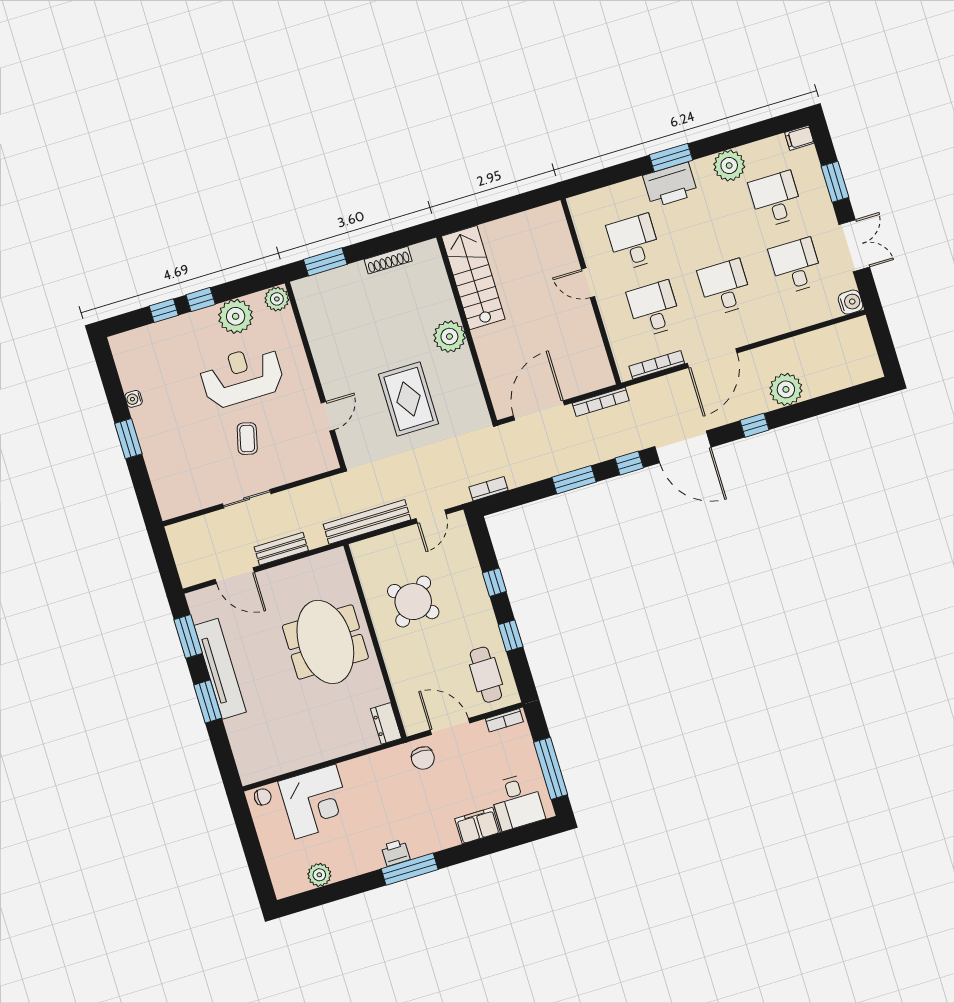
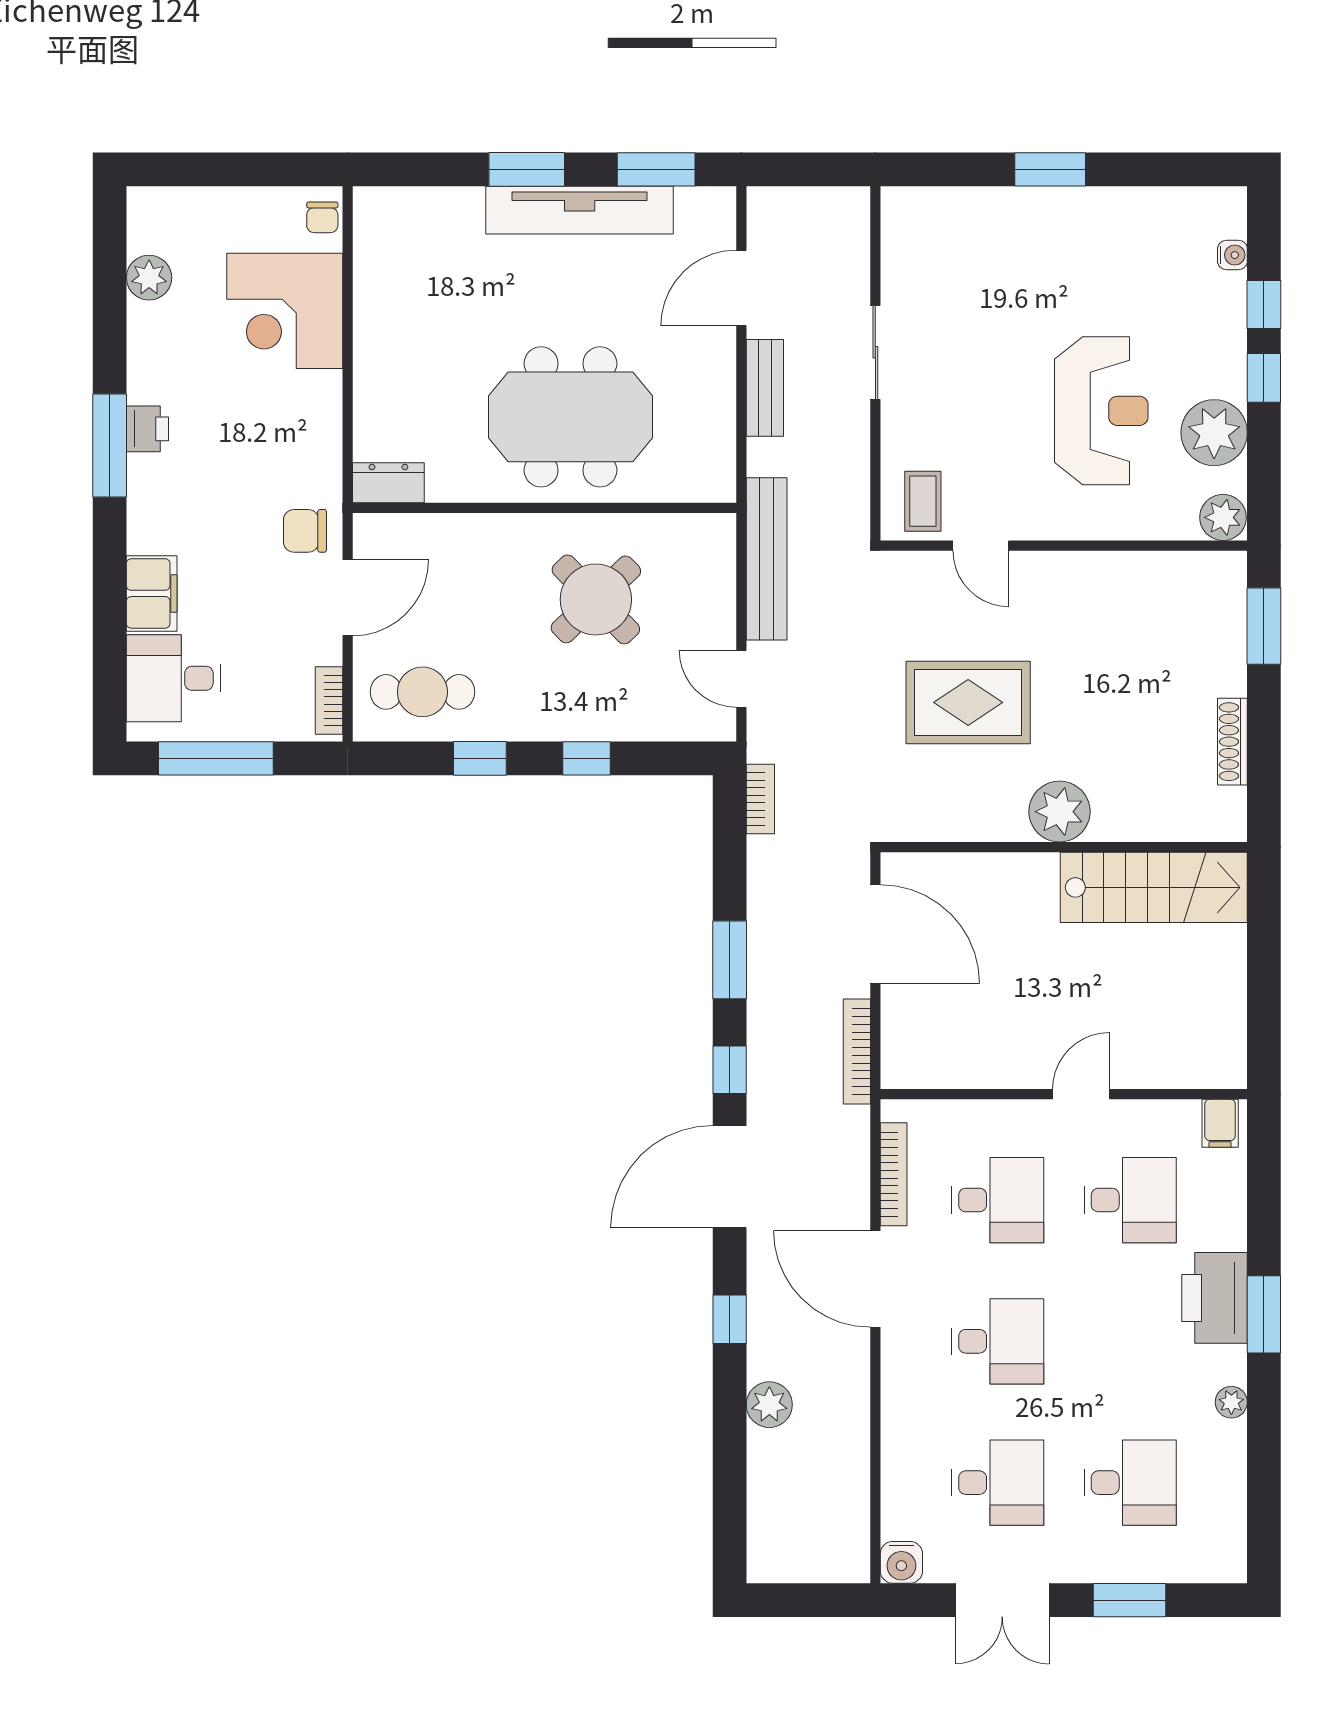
filing cabinet: (799, 138) -> (1220, 1123), moved, turned 180
plant: (729, 166) -> (1231, 1402), width x0.53, depth x0.53
plant: (786, 389) -> (769, 1405), width x0.73, depth x0.73
water cooler: (134, 399) -> (1232, 255), moved, turned 90
coffee table: (247, 439) -> (923, 501), moved, turned 76

